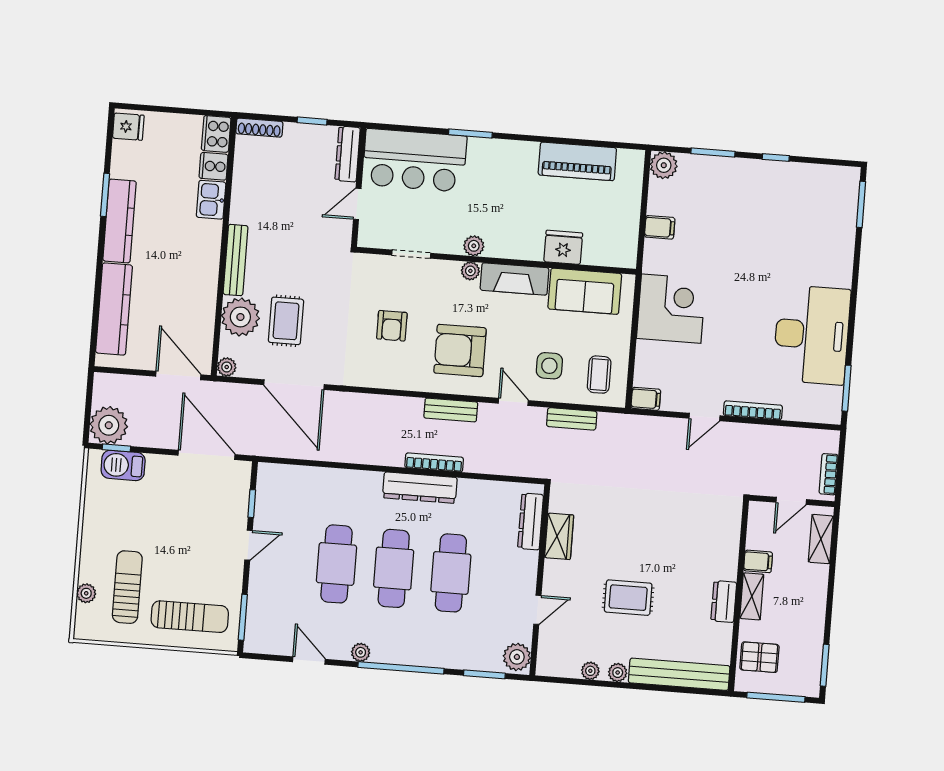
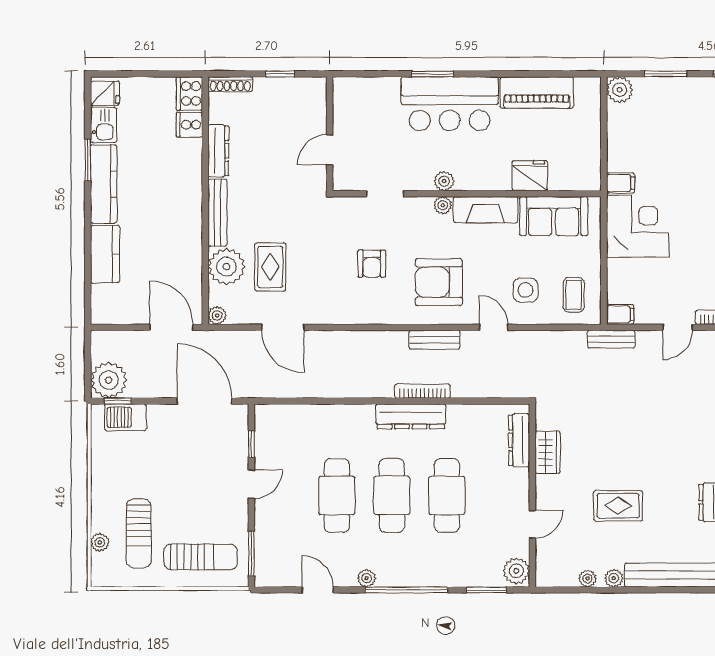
dresser: (348, 154) -> (218, 151), moved, turned 180
bar counter: (415, 160) -> (450, 104), moved
kitchen sink: (211, 200) -> (103, 125), moved, turned 180
filing cabinet: (660, 227) -> (620, 183), moved
kitchen counter: (114, 309) -> (105, 254), width x0.67
door: (294, 385) -> (283, 327), width x0.73
bench: (572, 419) -> (611, 339), moved
sun lounger: (127, 587) -> (139, 533), turned 180

